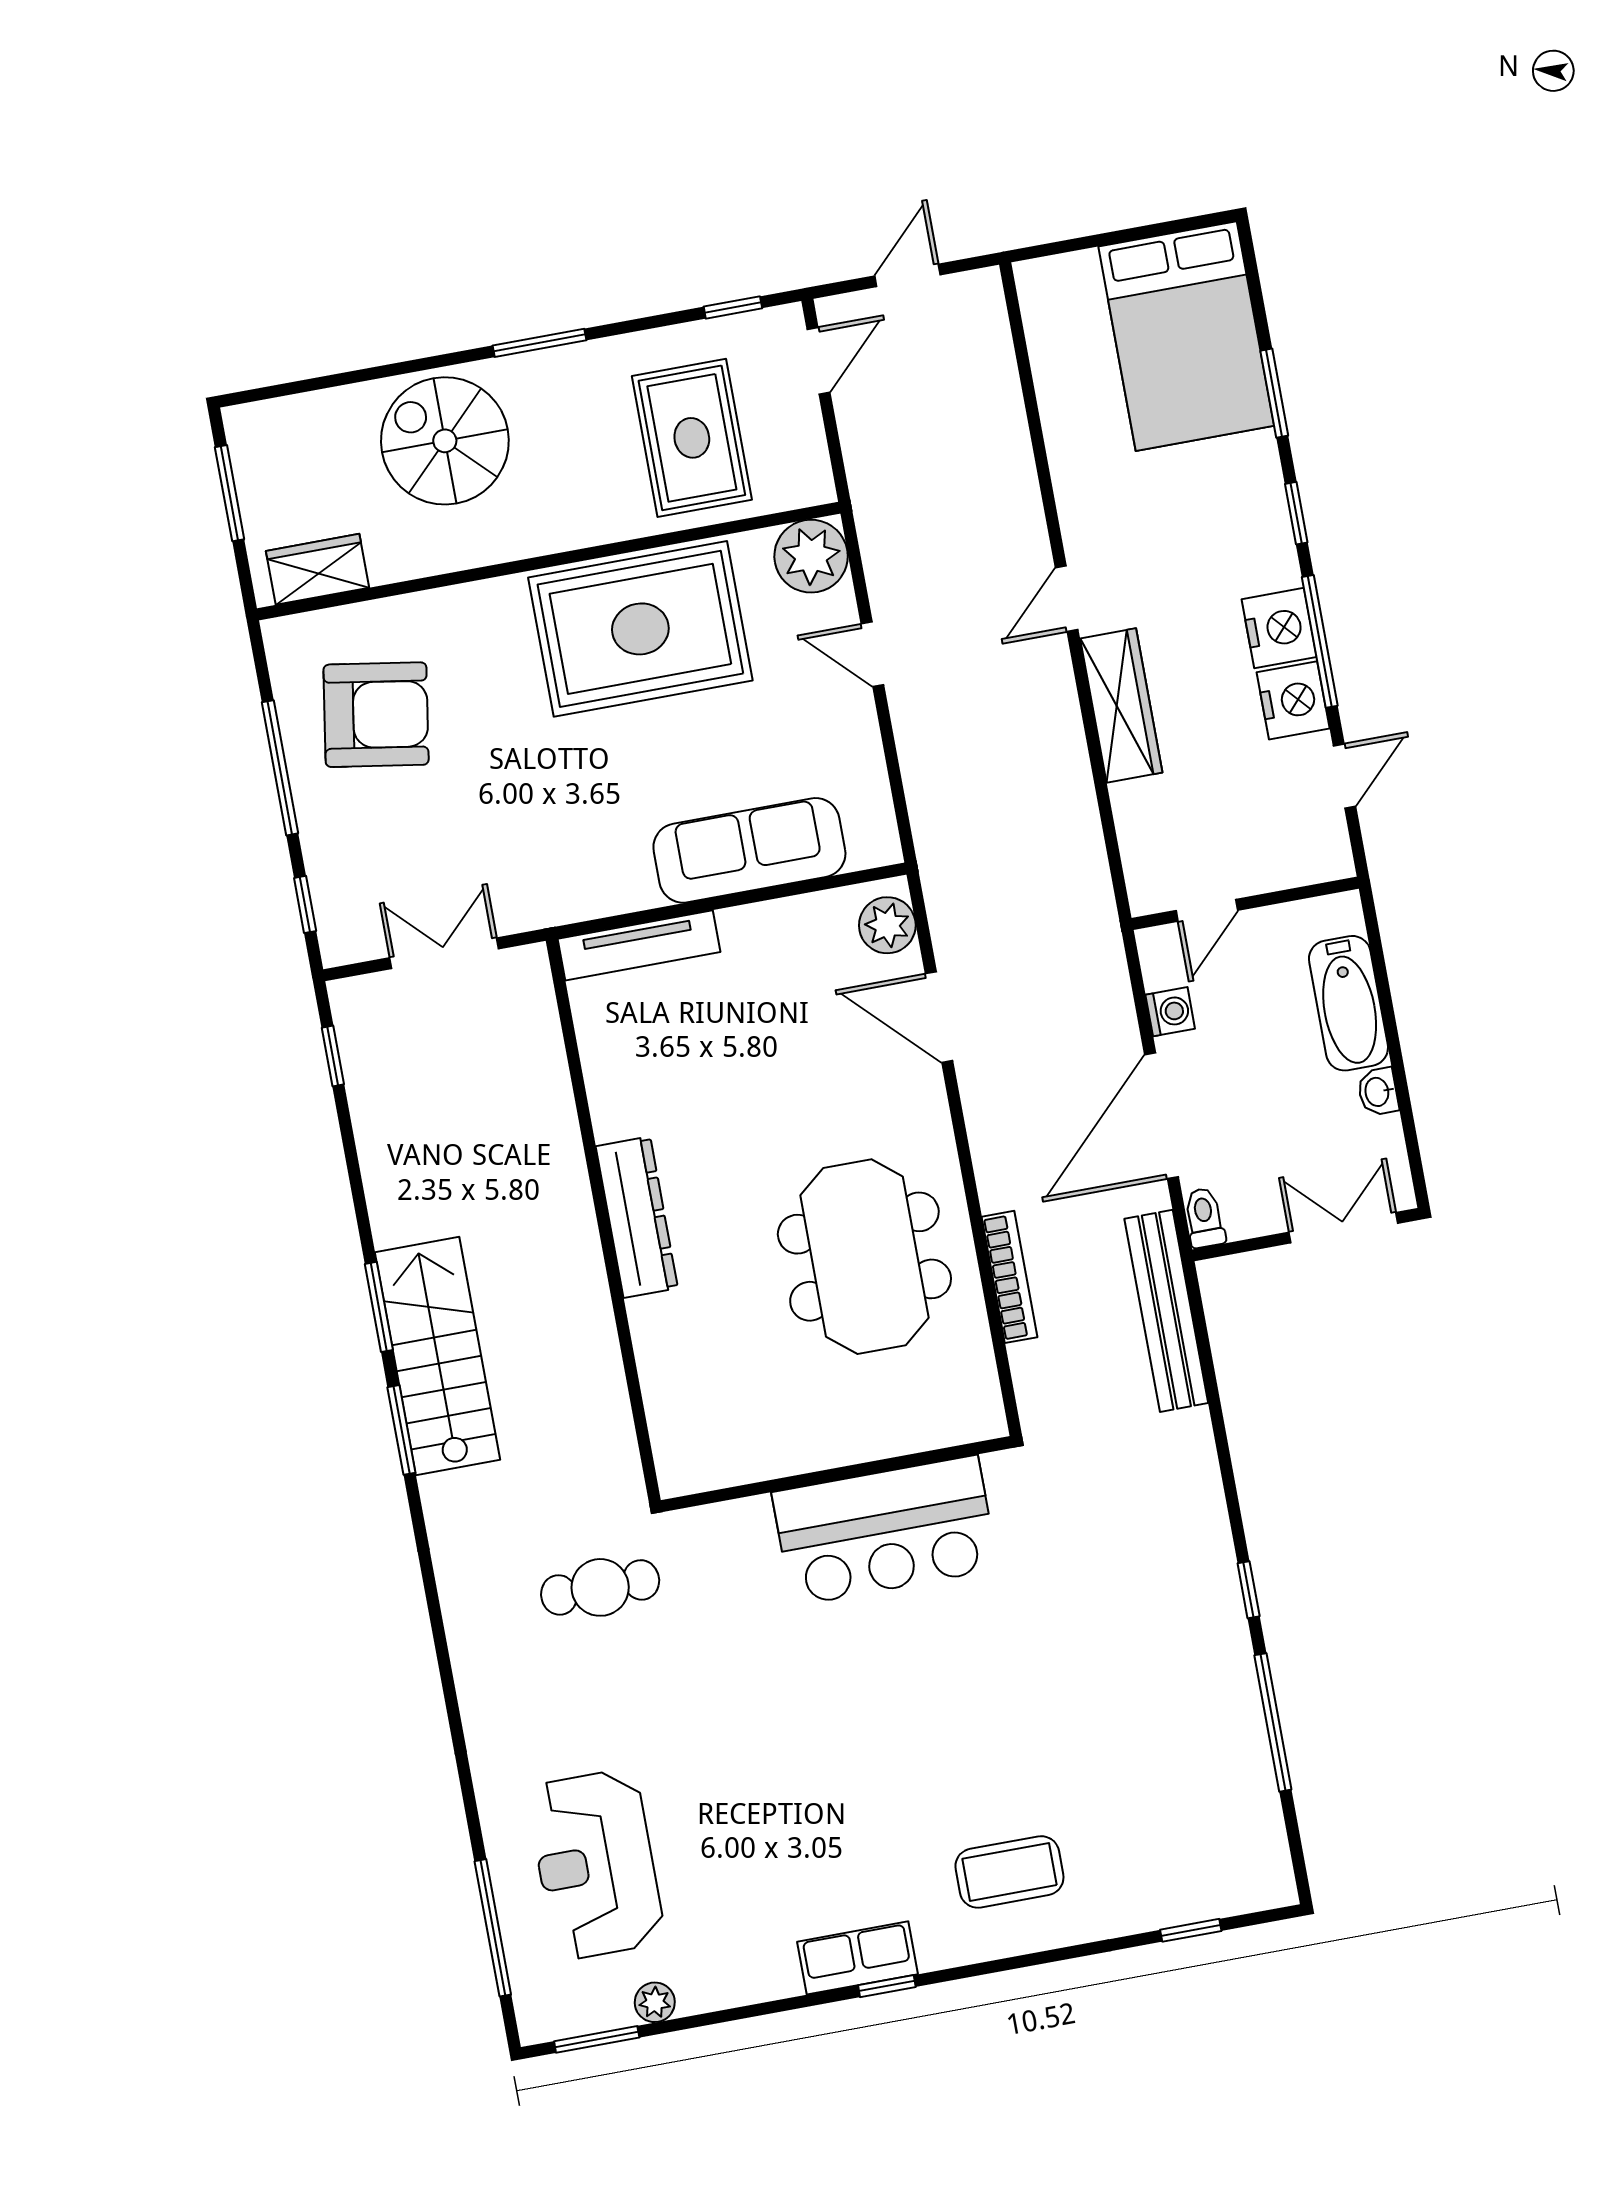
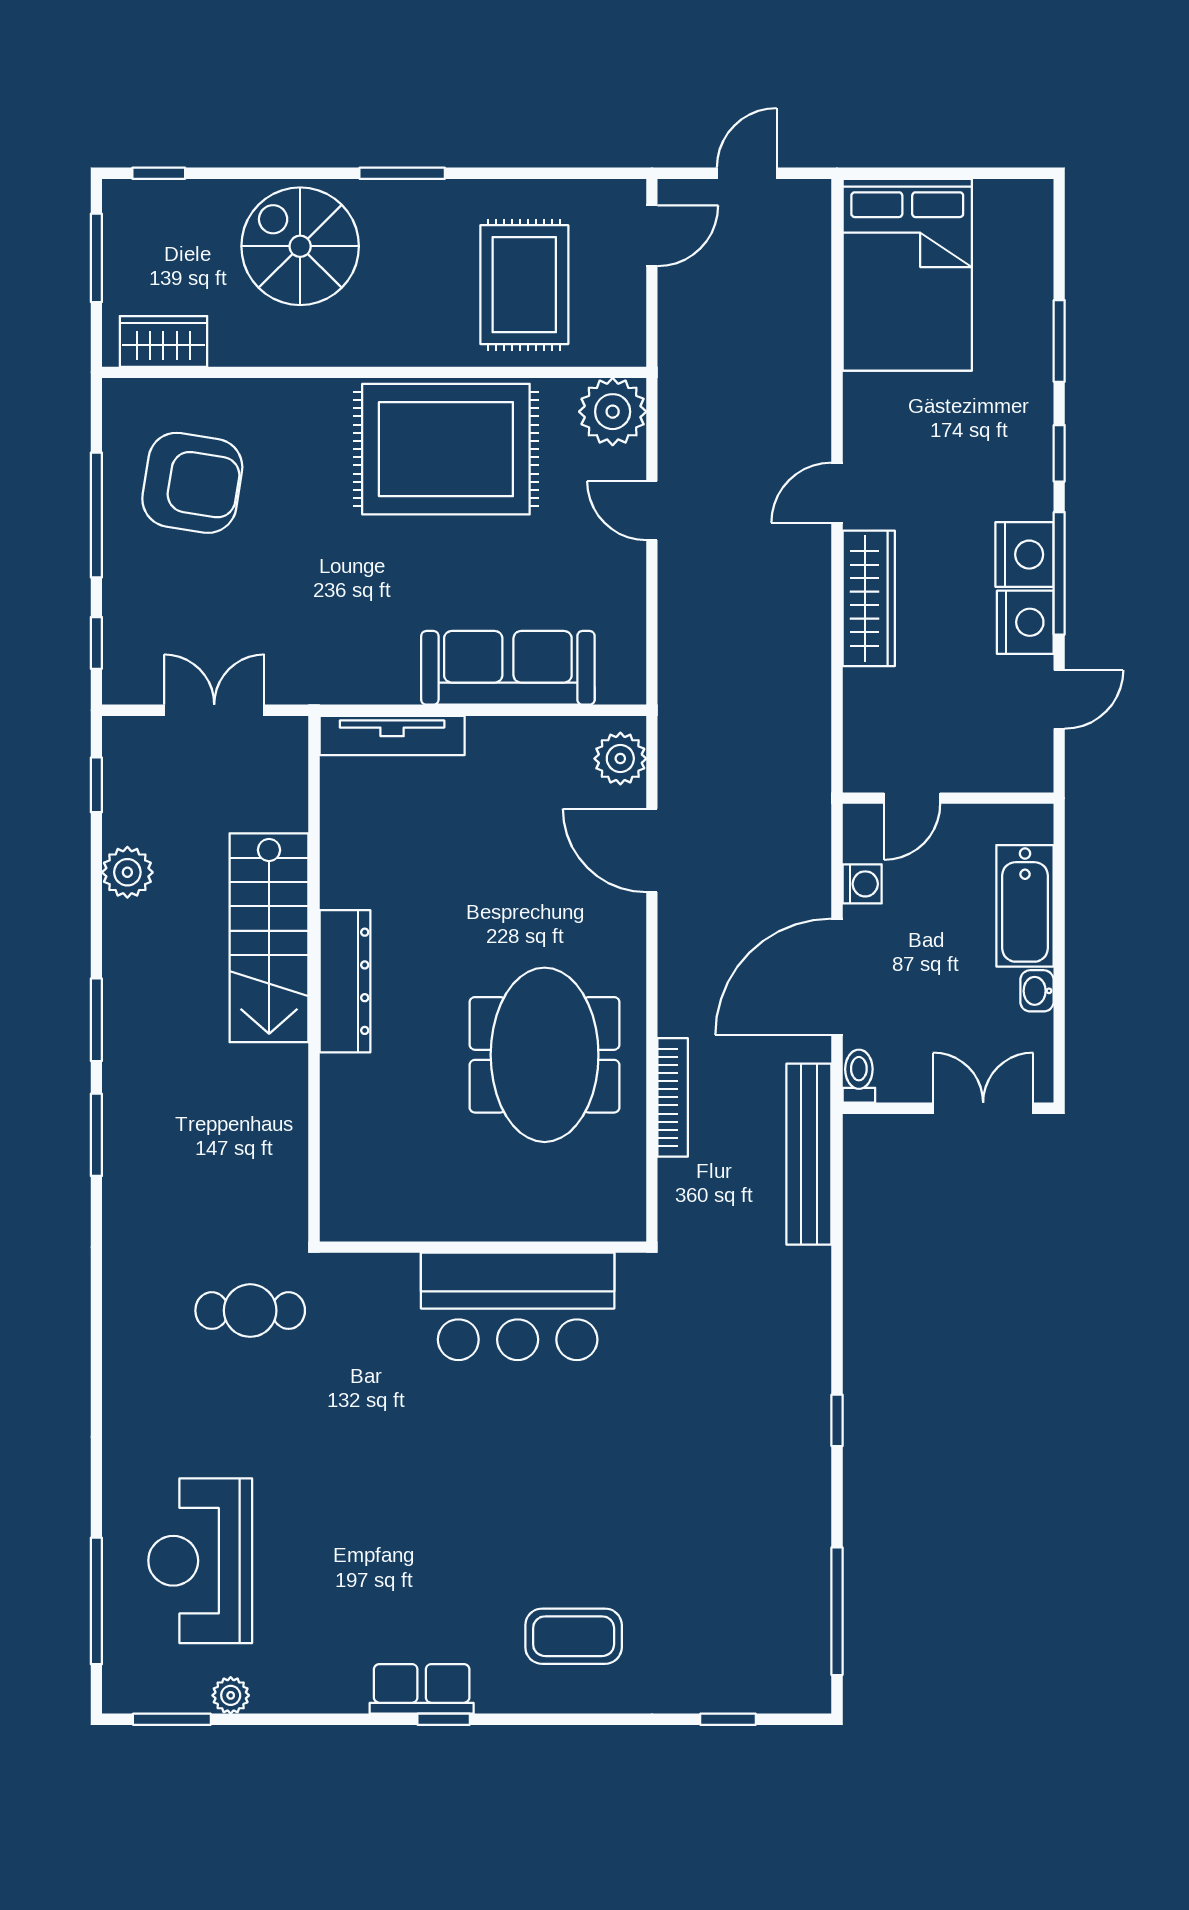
window: (733, 307) -> (159, 173), moved
bed: (1186, 336) -> (907, 275), moved
plant: (383, 1143) -> (127, 872), added
stairs: (438, 1356) -> (269, 938), moved, turned 180
window: (1273, 1722) -> (837, 1611), moved

